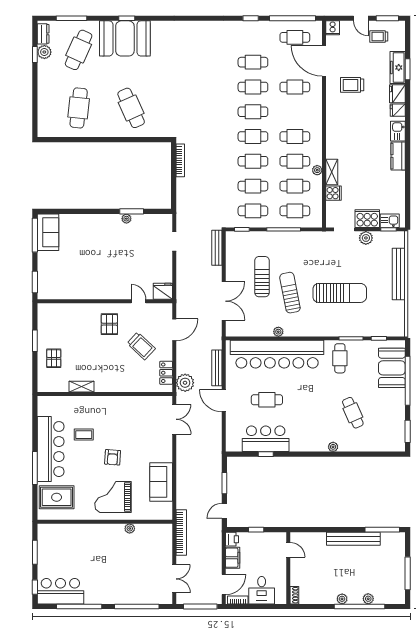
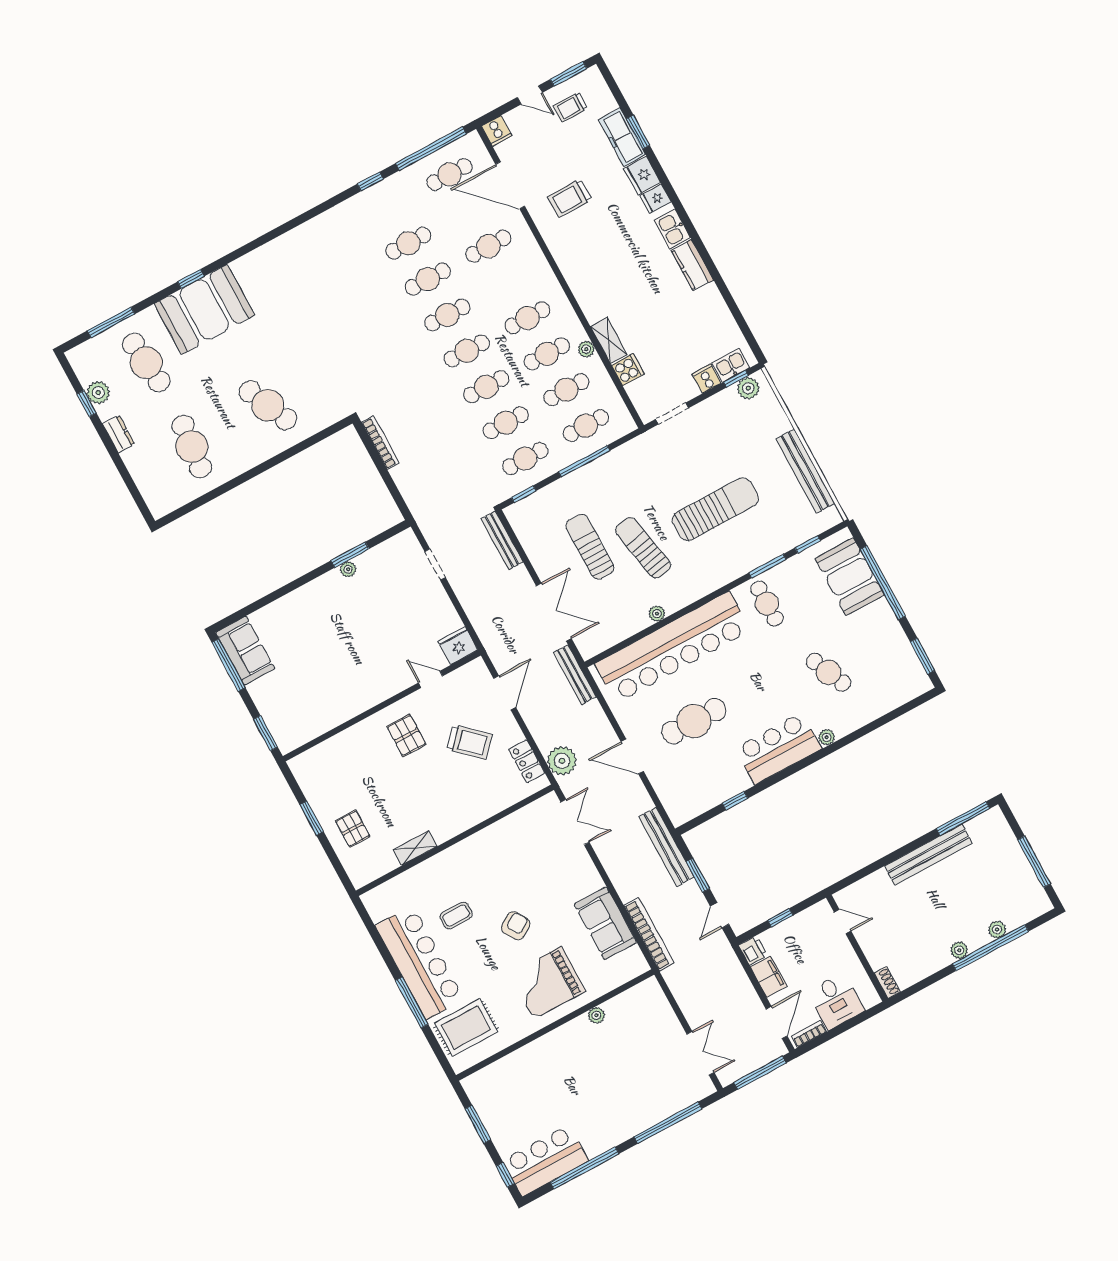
dresser: (43, 34) -> (119, 434), moved
cafe table: (79, 50) -> (146, 363), turned -30
cooker: (367, 219) -> (707, 379), width x0.53, depth x0.76
plant: (366, 238) -> (748, 388), moved
bench: (399, 274) -> (805, 471), moved
bench: (217, 368) -> (575, 675), moved
cafe table: (267, 400) -> (694, 721), width x1.37, depth x1.35
bar counter: (266, 439) -> (778, 748), moved
armchair: (113, 457) -> (516, 926), turned -126
bench: (216, 459) -> (667, 847), added
bookcase: (181, 532) -> (649, 934), moved

